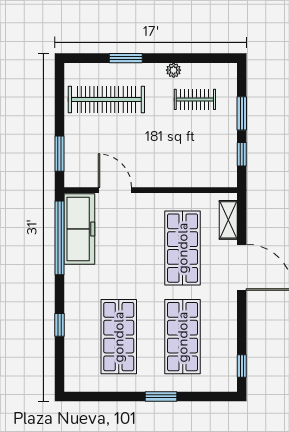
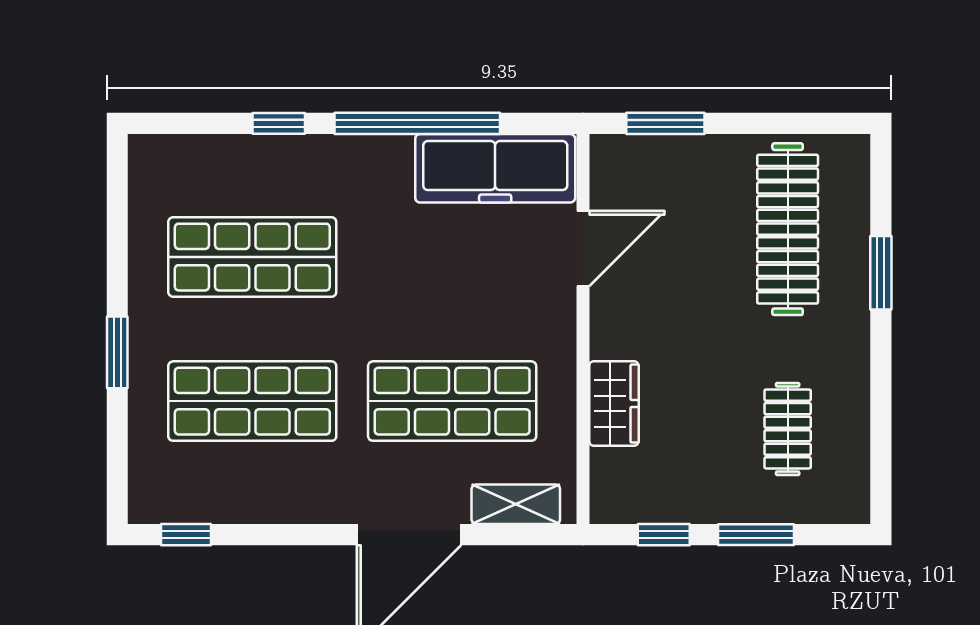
plant: (174, 70) -> (854, 381), removed
wardrobe: (184, 176) -> (614, 403), added
window: (60, 238) -> (417, 123), moved

